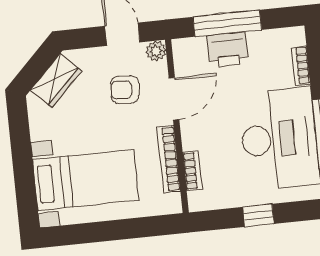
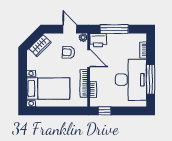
printer: (228, 50) -> (98, 40), moved
door: (174, 99) -> (89, 58), hinge flipped
window: (258, 215) -> (104, 111), moved

